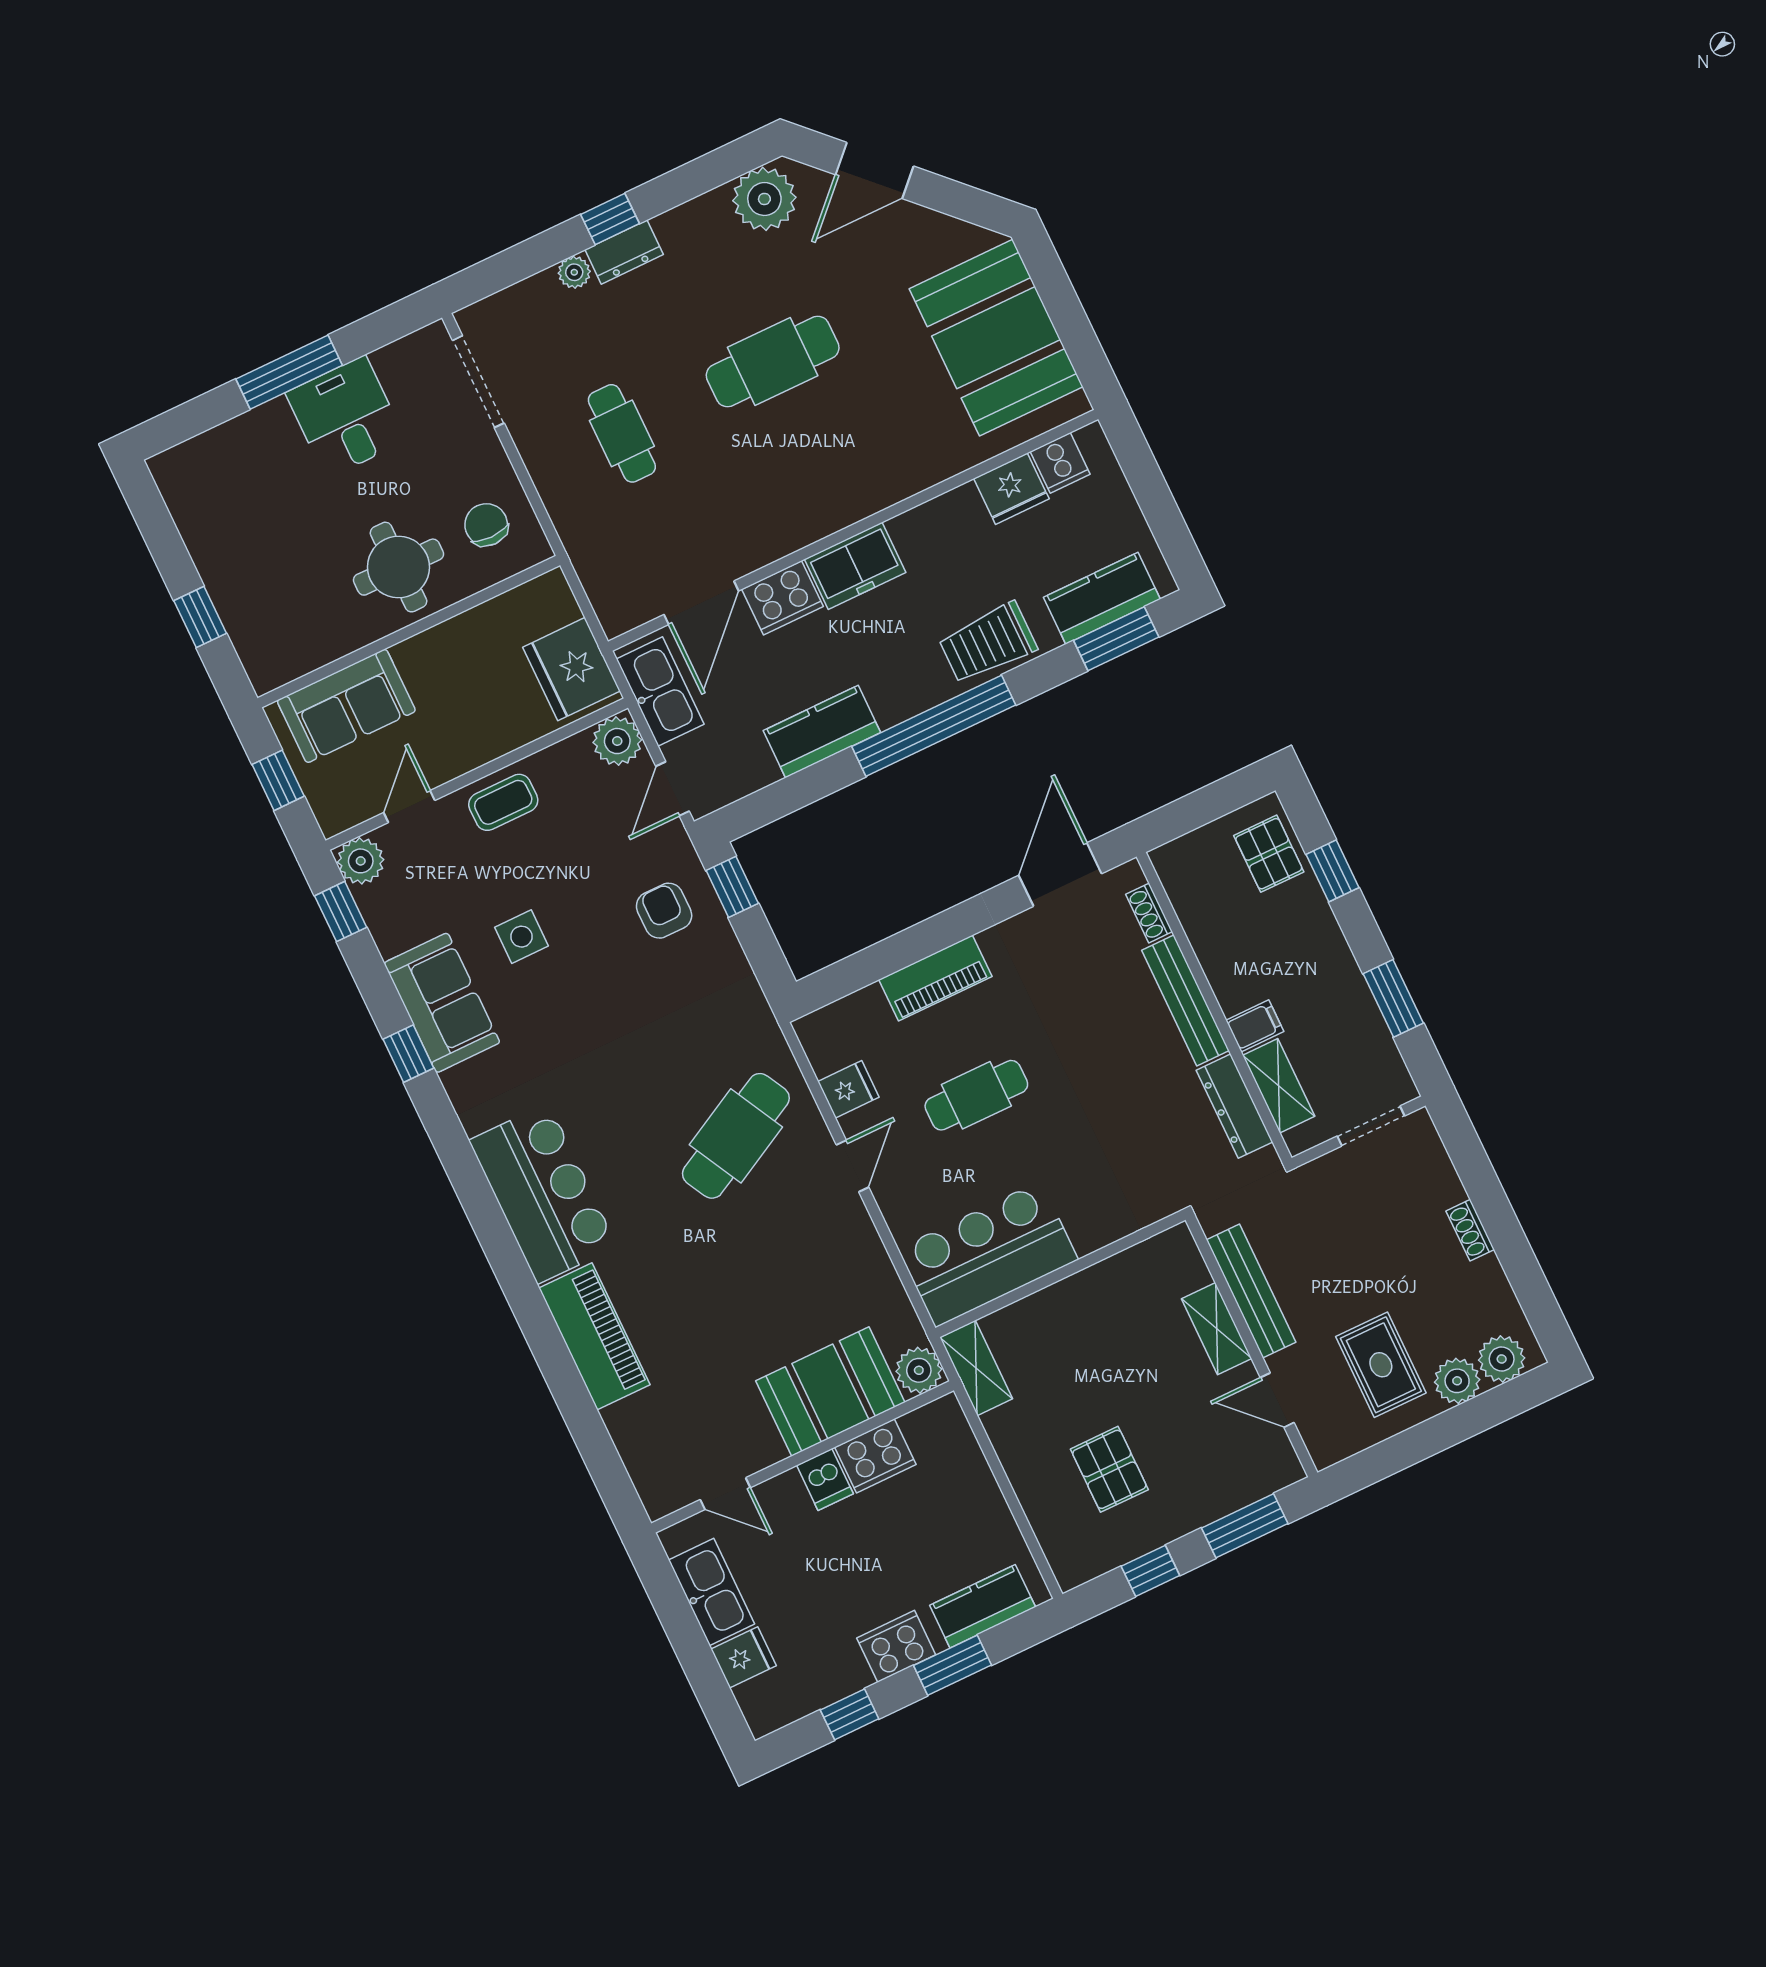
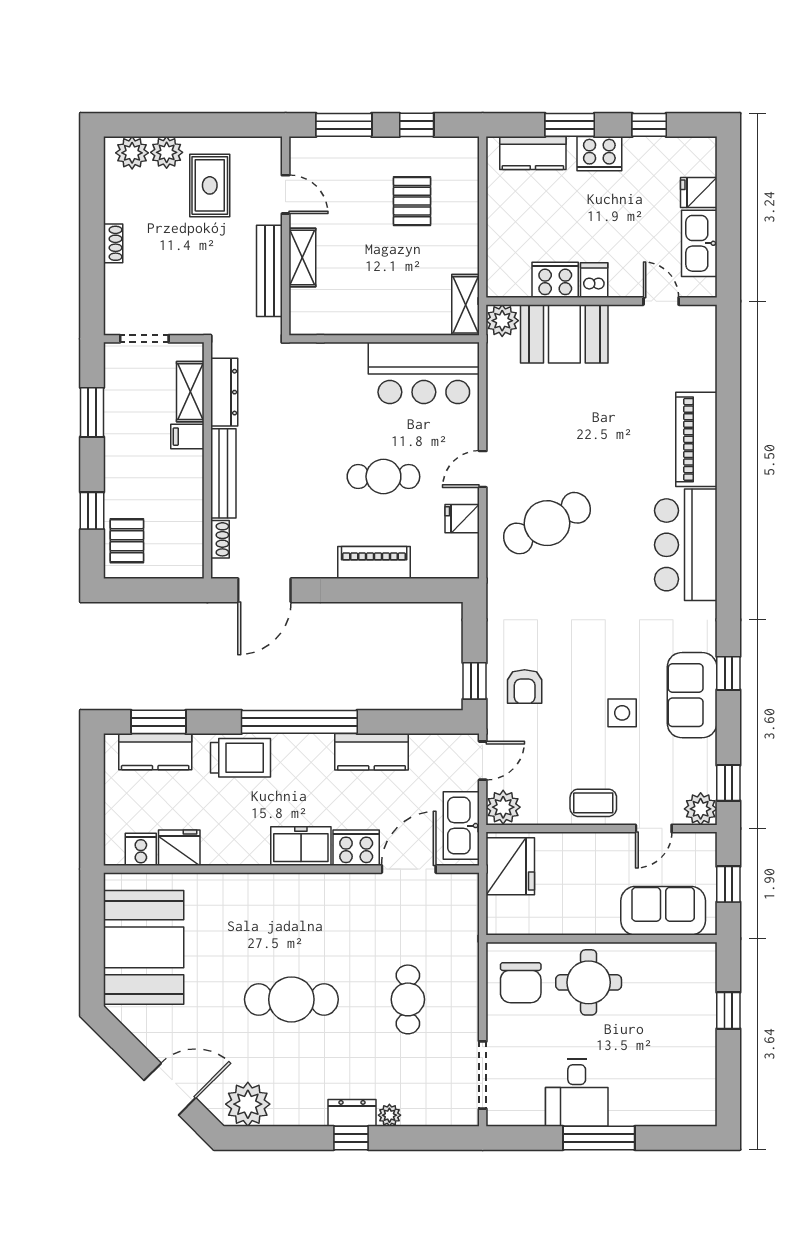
chair: (486, 525) -> (521, 983), width x1.37, depth x1.37

